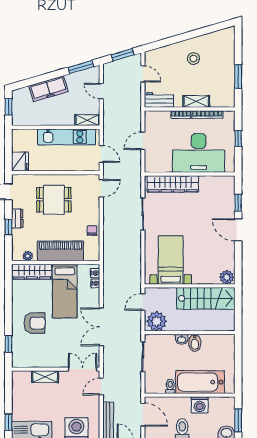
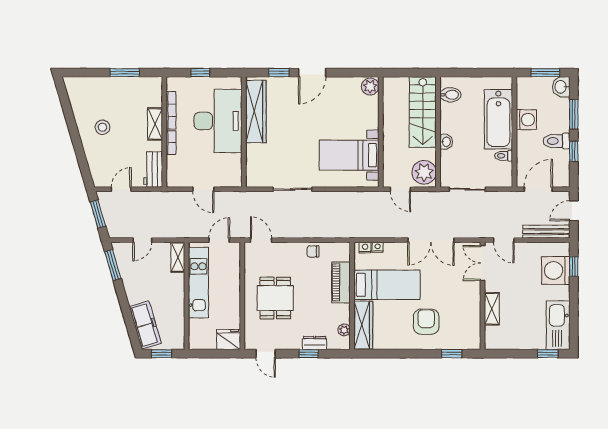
freezer: (48, 89) -> (145, 325), moved
wardrobe: (173, 184) -> (256, 111), moved
dresser: (17, 218) -> (315, 343), moved
piano: (60, 251) -> (341, 282), width x0.73, depth x0.75
stairs: (206, 298) -> (423, 112), moved, turned 180
bidet: (195, 343) -> (450, 95), moved

